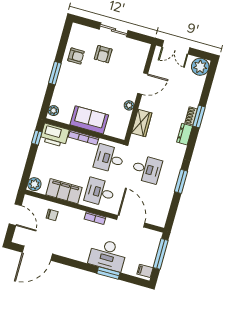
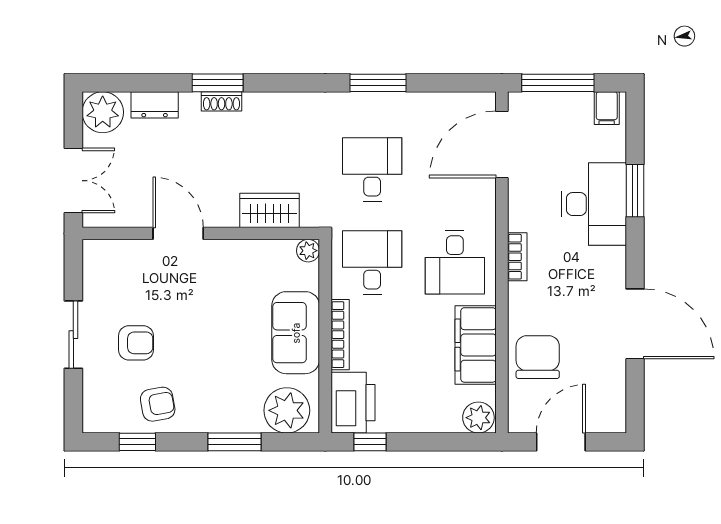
window: (63, 44) -> (137, 442), added
armchair: (76, 56) -> (158, 404), turned 80
window: (55, 73) -> (234, 442), moved
plant: (129, 105) -> (308, 251), moved
plant: (53, 111) -> (287, 410), width x1.87, depth x1.87
dresser: (185, 134) -> (155, 105), moved
desk: (109, 159) -> (372, 262), turned 180
chair: (52, 215) -> (538, 357), width x1.87, depth x1.87
door: (131, 221) -> (502, 144), moved
door: (37, 253) -> (635, 324), moved

